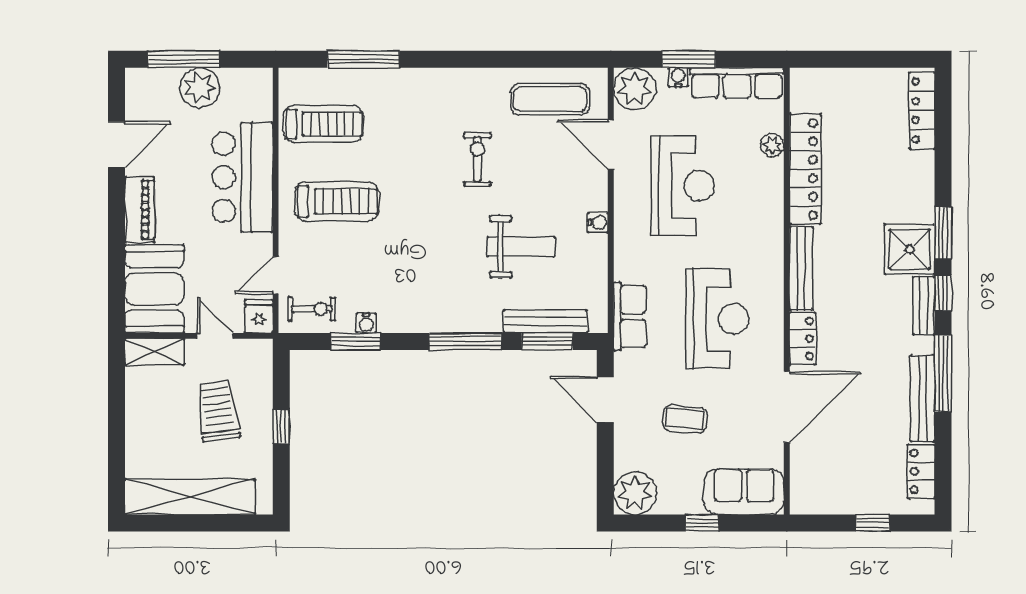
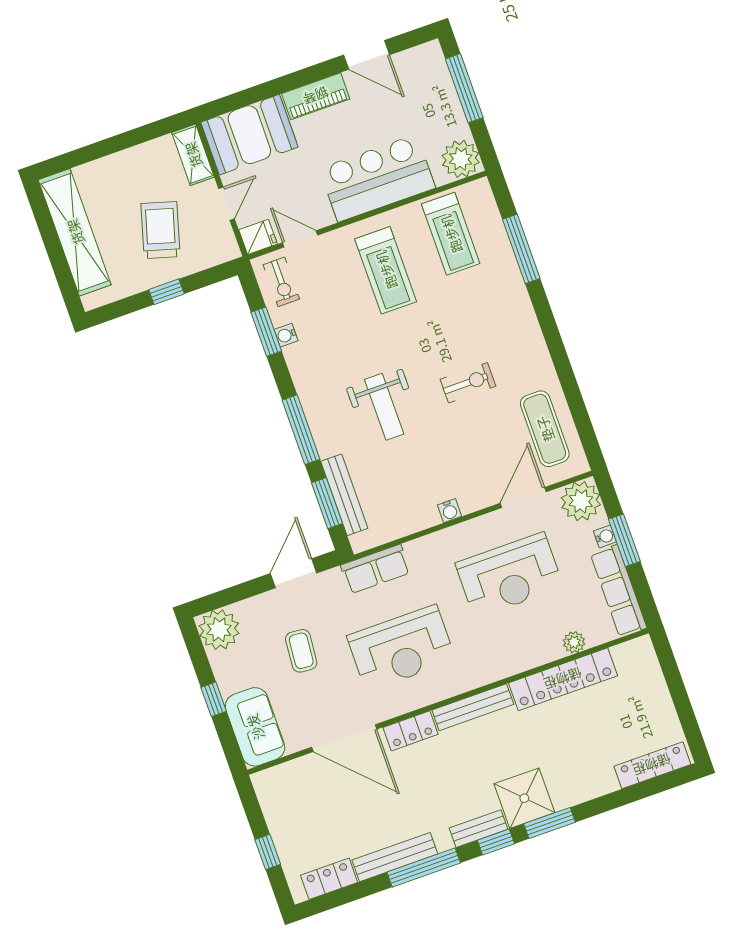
plant: (200, 88) -> (461, 159), moved
weight bench: (521, 247) -> (384, 407), moved
trolley: (218, 411) -> (161, 230), turned -66

